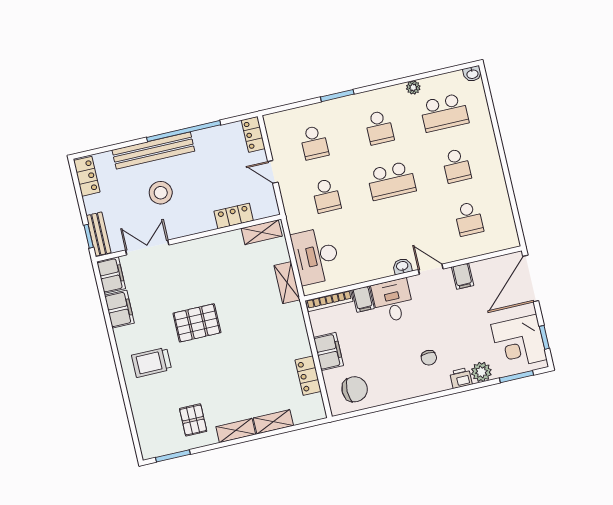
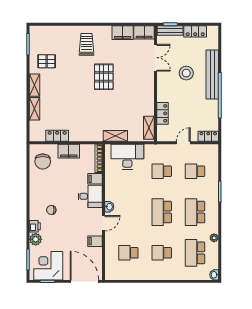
school desk: (379, 128) -> (195, 212), width x1.85
locker: (87, 176) -> (195, 31), moved

